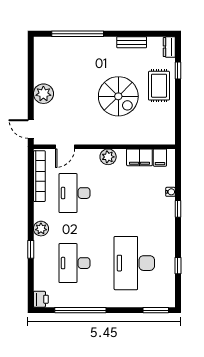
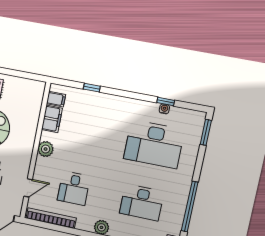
door: (65, 147) -> (28, 188), hinge flipped
water cooler: (171, 192) -> (164, 109), moved
desk: (74, 193) -> (74, 188), width x0.73
window: (178, 209) -> (92, 88), moved

